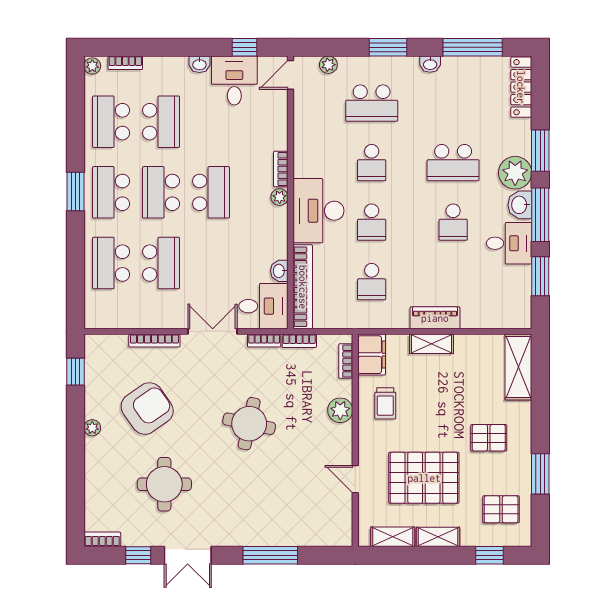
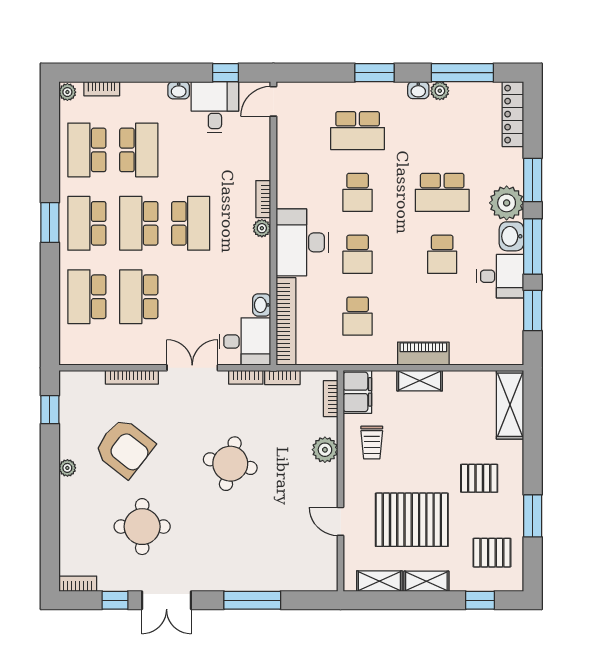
plant: (328, 65) -> (440, 91), moved
school desk: (161, 263) -> (139, 297), turned 180
armchair: (147, 409) -> (124, 448), turned 73

